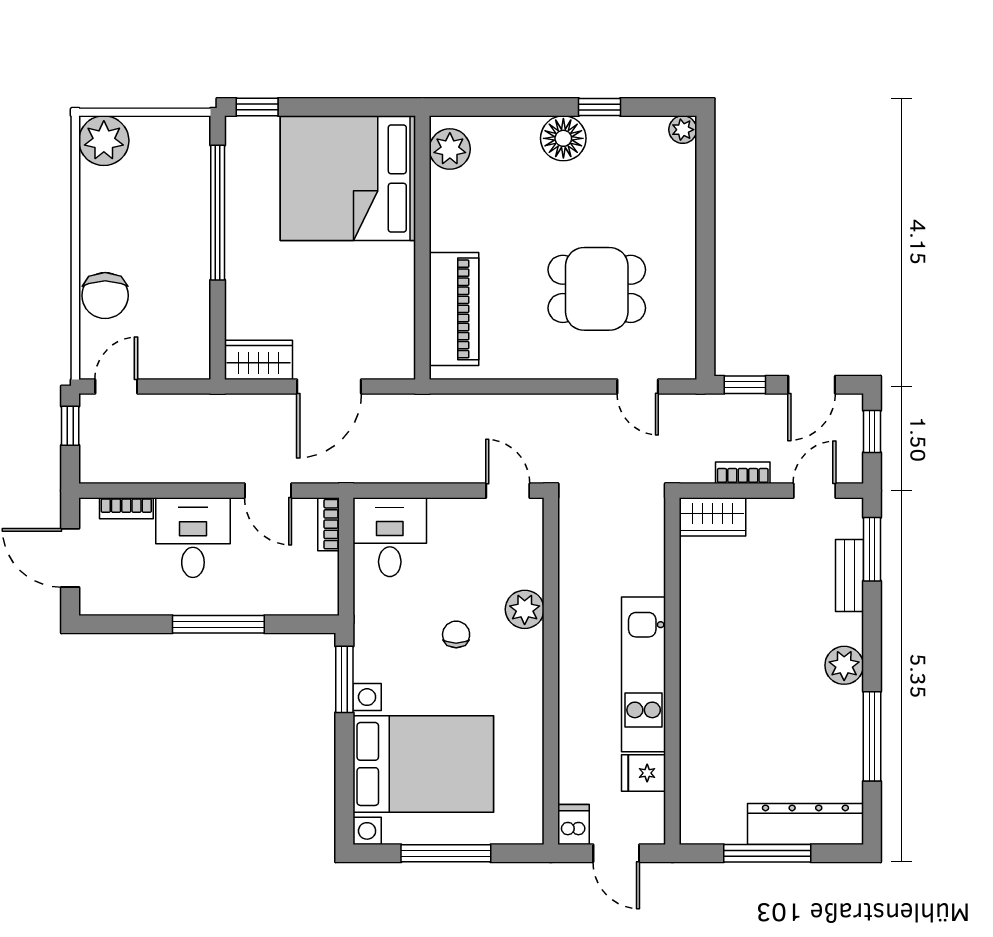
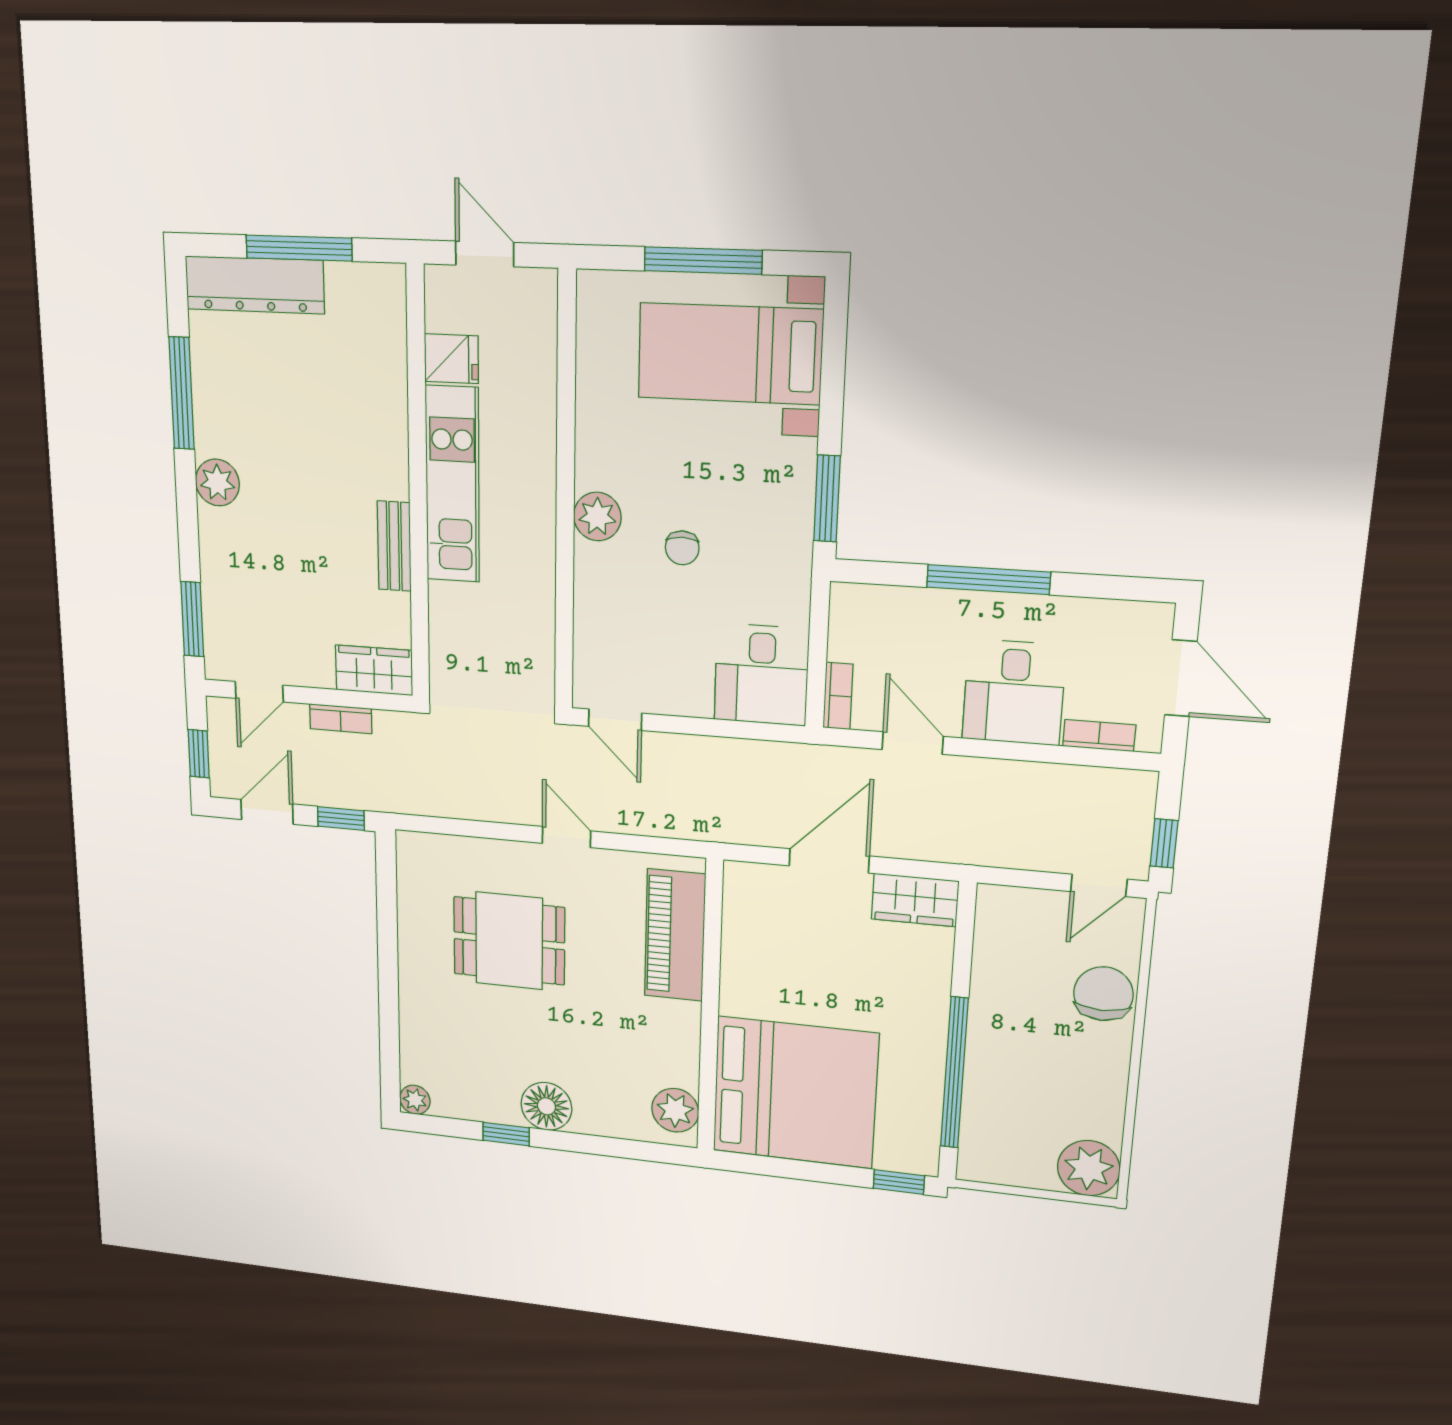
door: (638, 386) -> (566, 837), moved
bench: (849, 575) -> (394, 546), moved
plant: (525, 609) -> (597, 517), moved
bed with nightstands: (423, 764) -> (730, 354), width x0.73
dishwasher: (573, 824) -> (538, 294), removed

